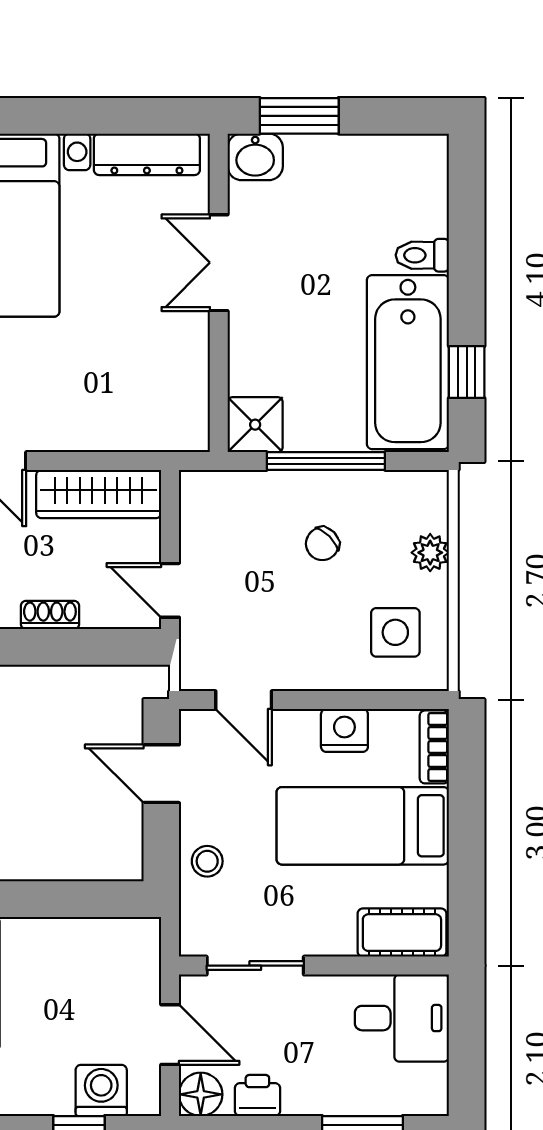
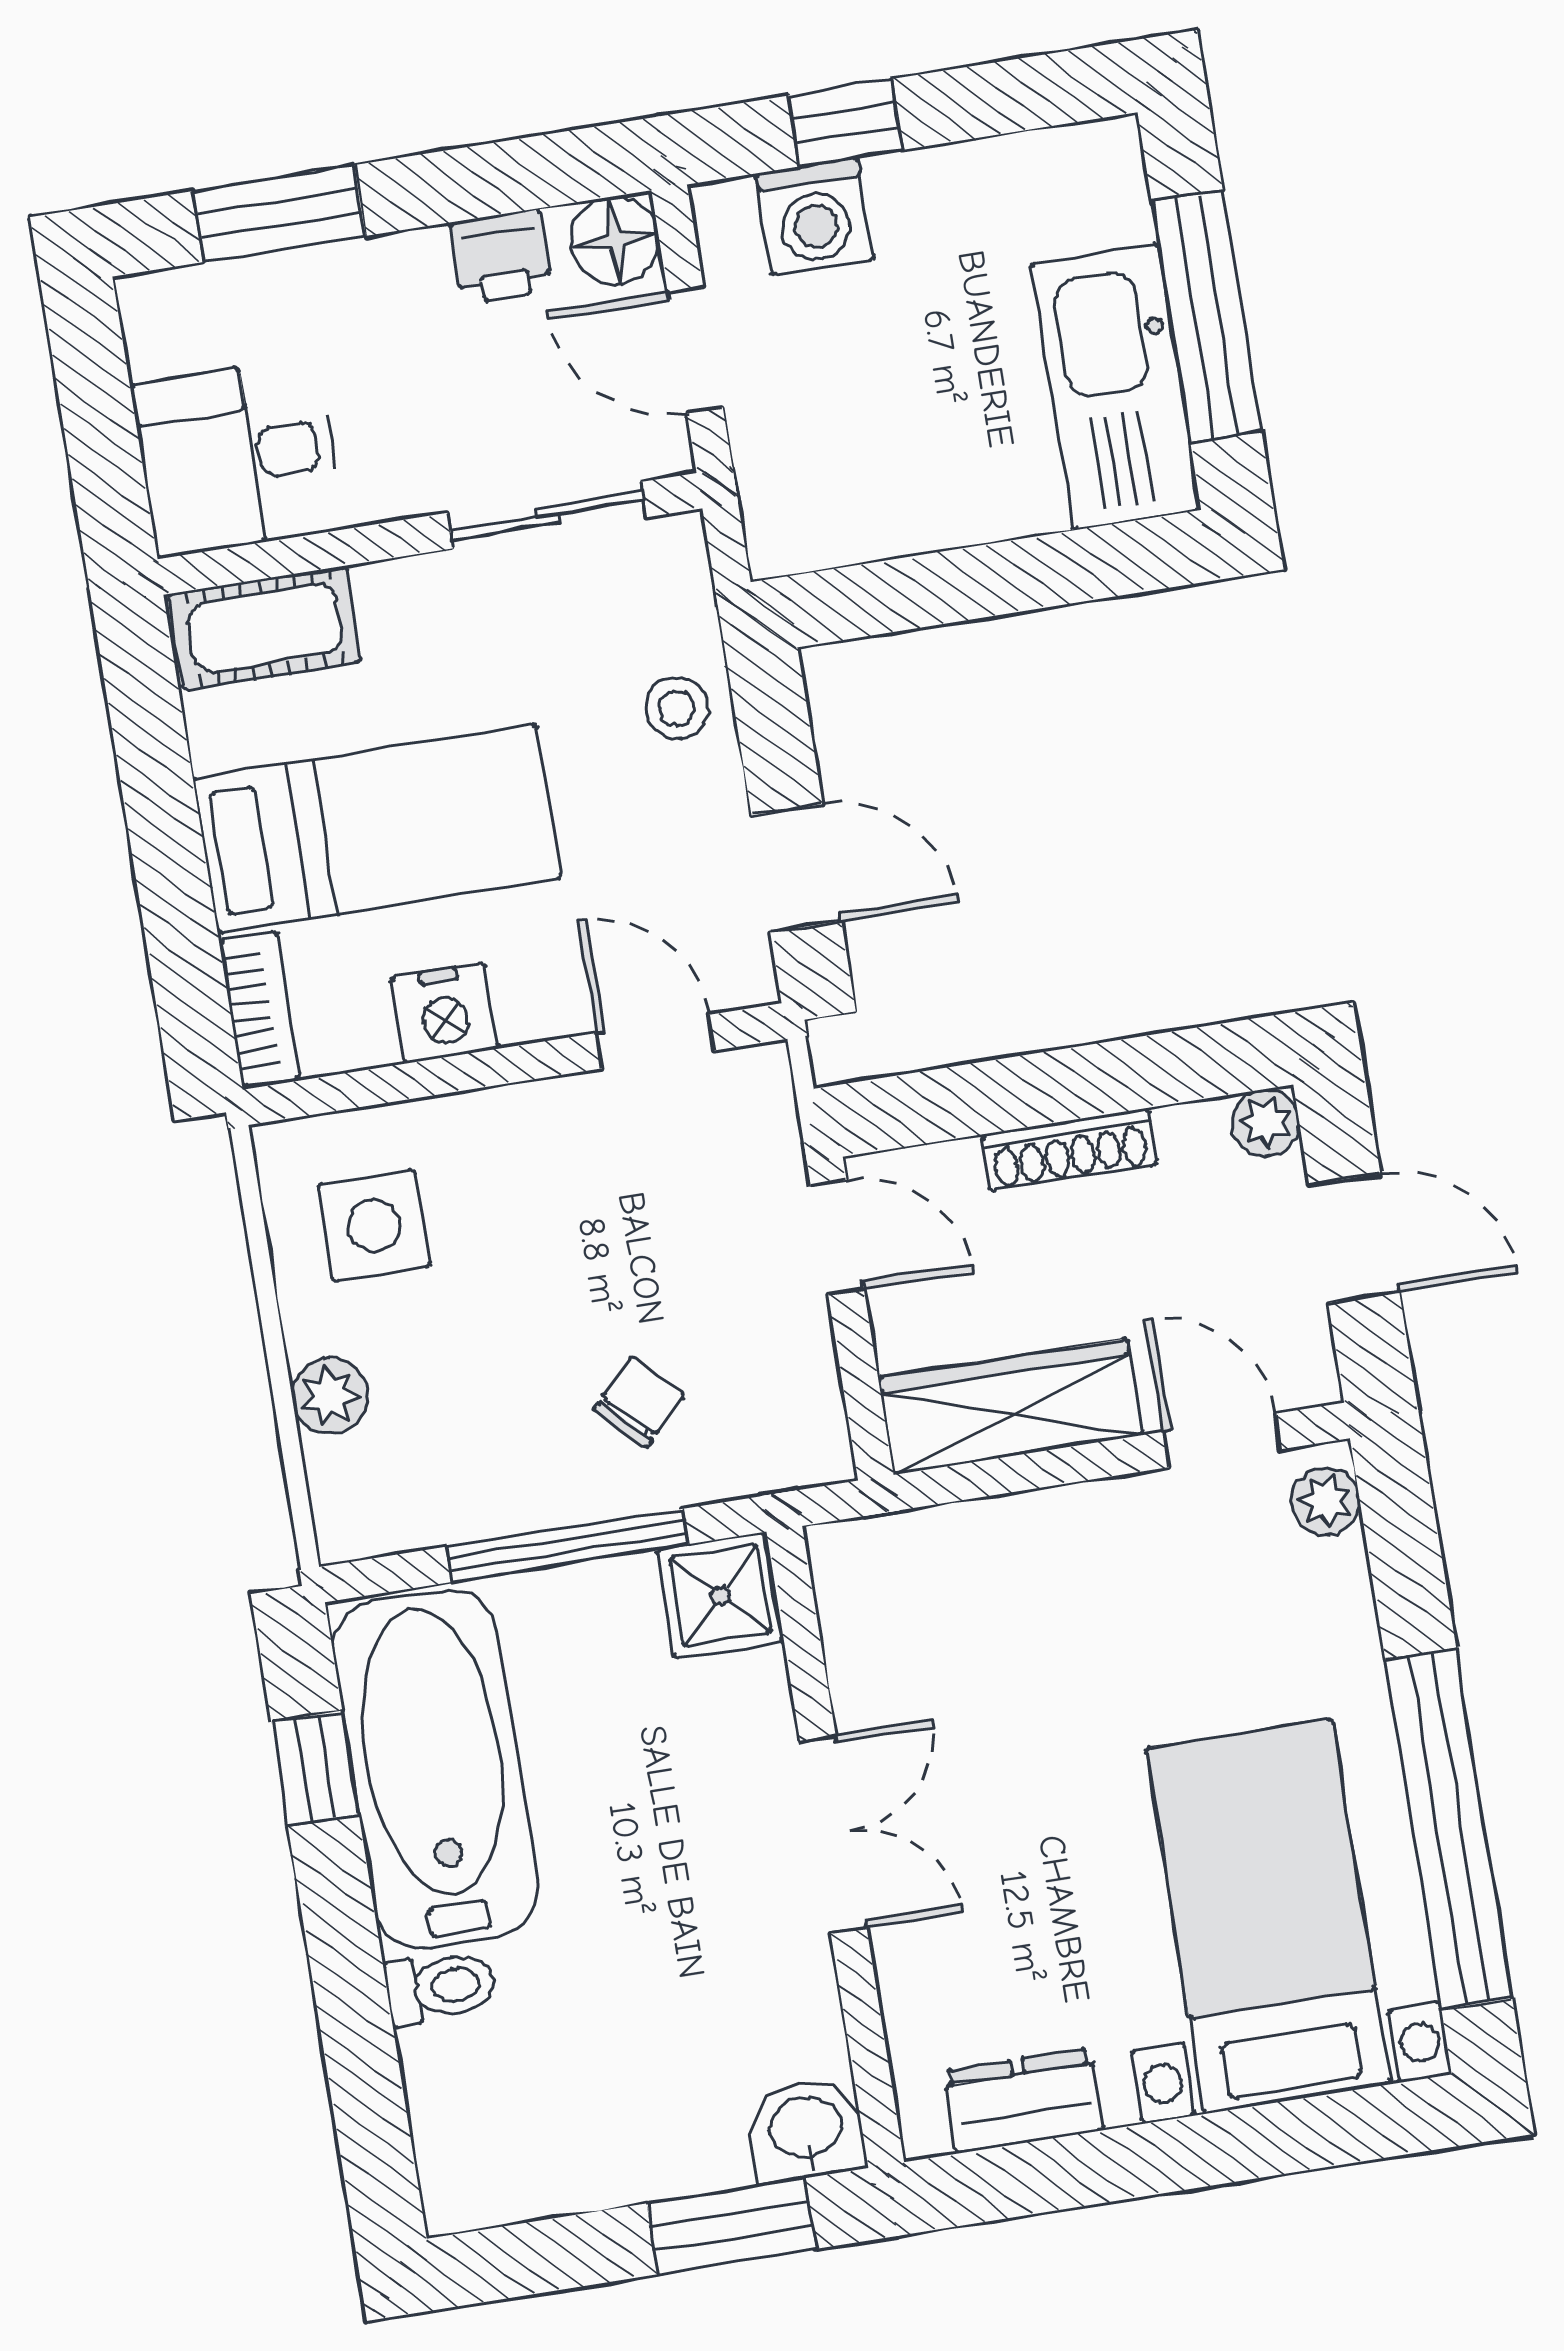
dresser: (147, 154) -> (1023, 2101), width x0.70
double door: (219, 263) -> (833, 1834), moved
chair: (322, 544) -> (639, 1402), moved
shoe rack: (50, 615) -> (1069, 1150), width x1.43

